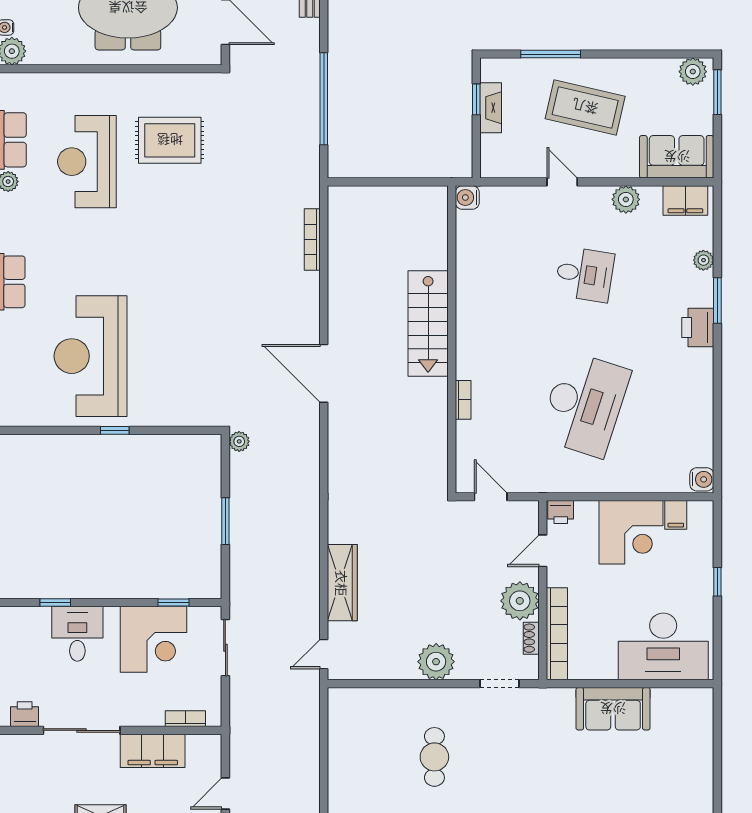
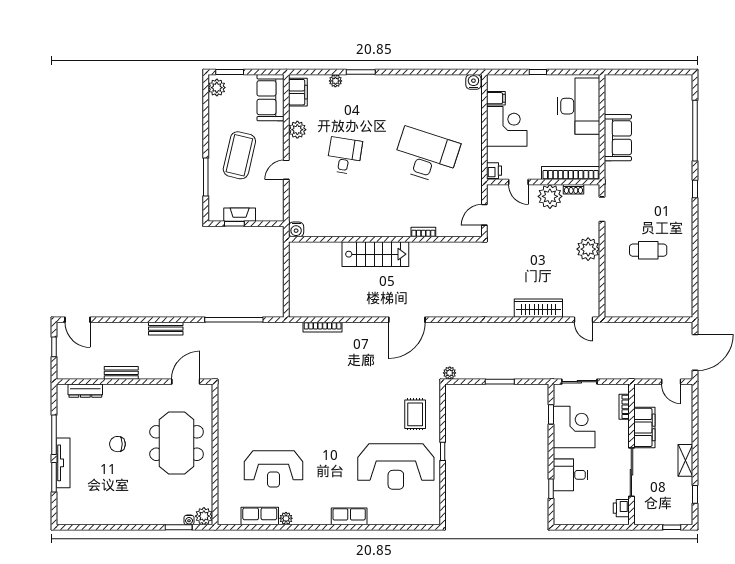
rug: (170, 140) -> (415, 414), moved, width x0.73, depth x0.70
printer: (698, 327) -> (378, 84), removed

